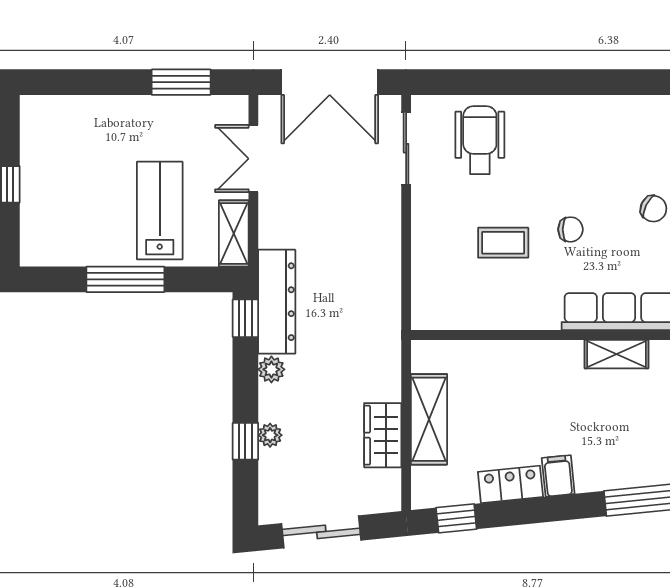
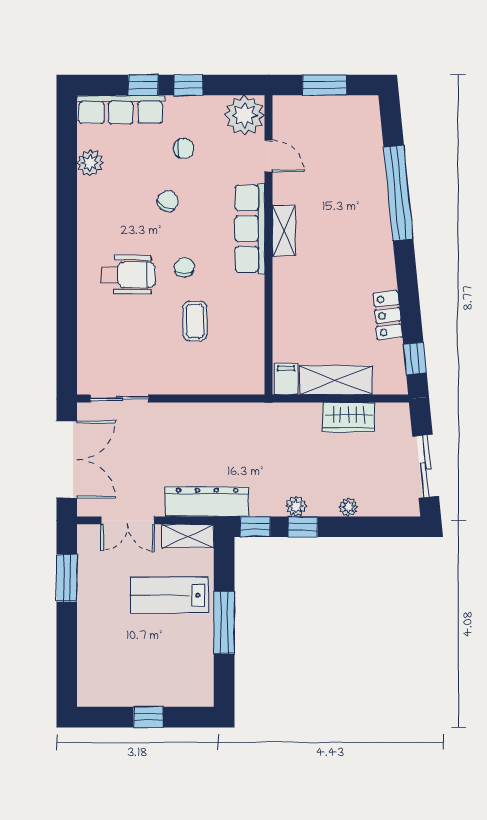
wheelchair: (480, 140) -> (128, 275), moved, turned 180
dresser: (277, 302) -> (207, 502), moved
window: (245, 441) -> (303, 527), moved
filing cabinet: (558, 476) -> (286, 379), moved, turned 96

